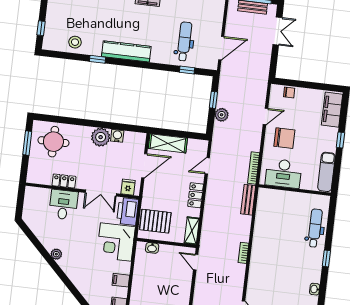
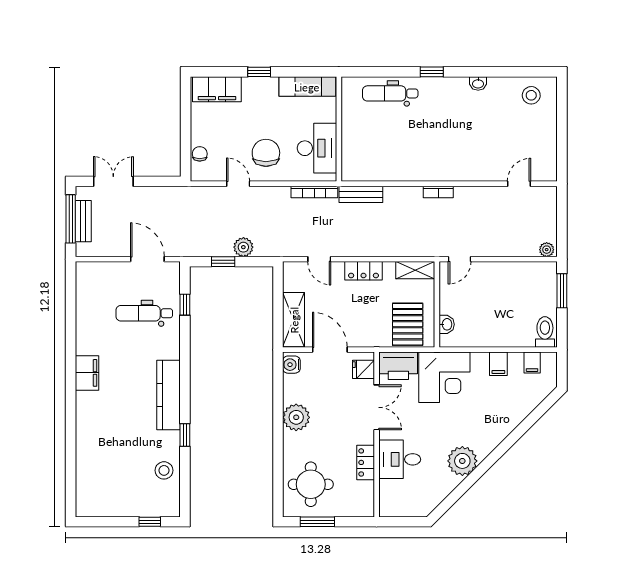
water cooler: (117, 136) -> (291, 365), moved
plant: (56, 254) -> (462, 461), width x1.88, depth x1.88

